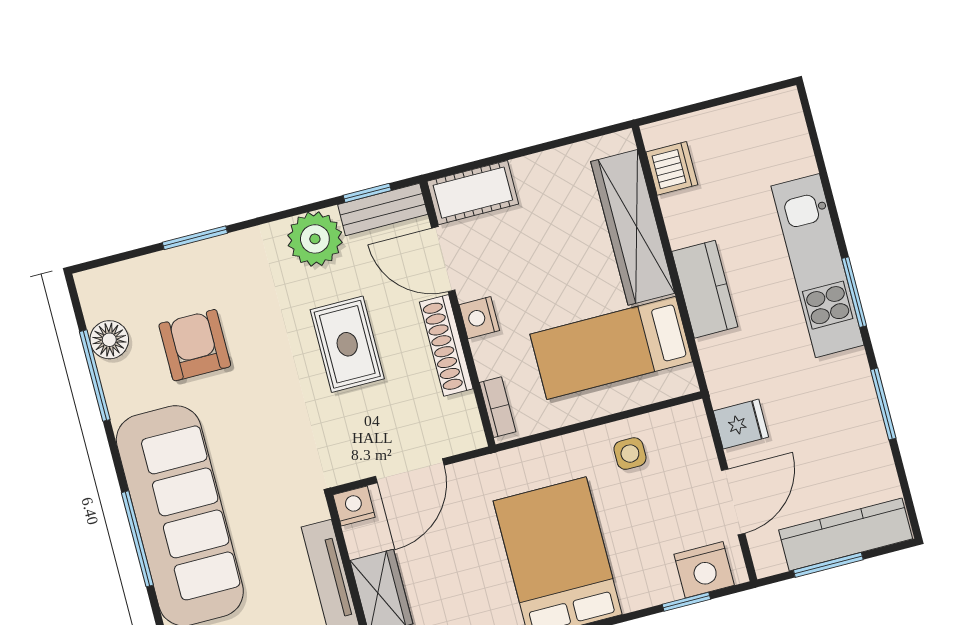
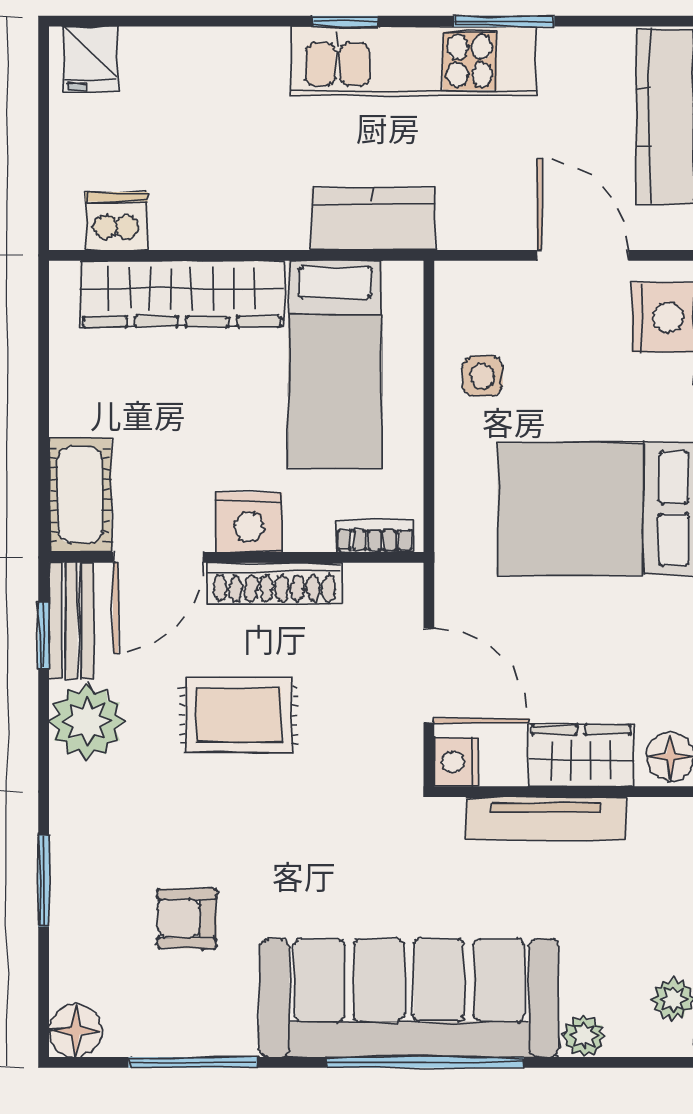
kitchen unit: (817, 266) -> (413, 61), moved
kitchen counter: (705, 289) -> (373, 219), moved
window: (854, 292) -> (345, 21), width x0.67
nightstand: (479, 318) -> (249, 522), width x1.36, depth x1.33
floor lamp: (109, 340) -> (75, 1031), moved
armchair: (195, 345) -> (187, 919), width x0.72, depth x0.72
fridge: (741, 424) -> (91, 59), moved, turned 180
window: (137, 539) -> (425, 1062), width x1.46

